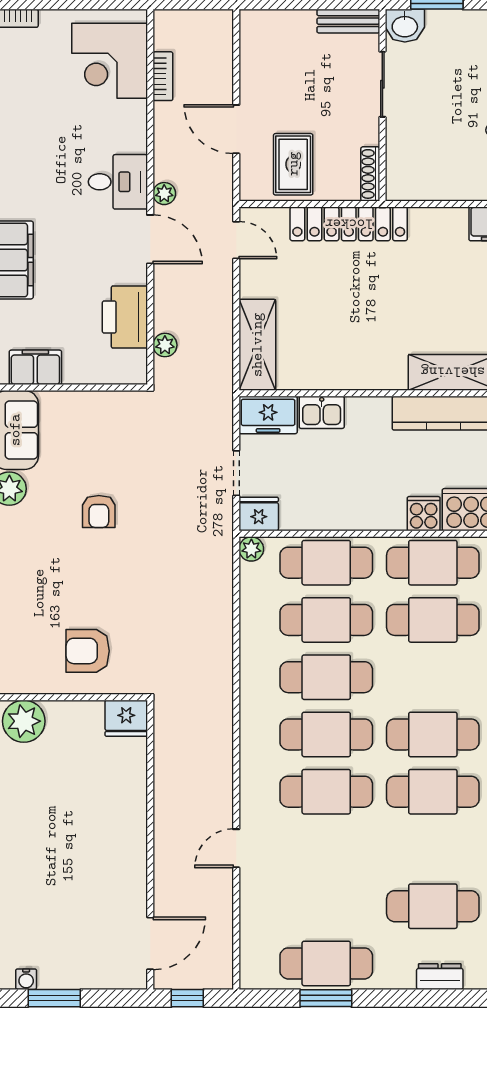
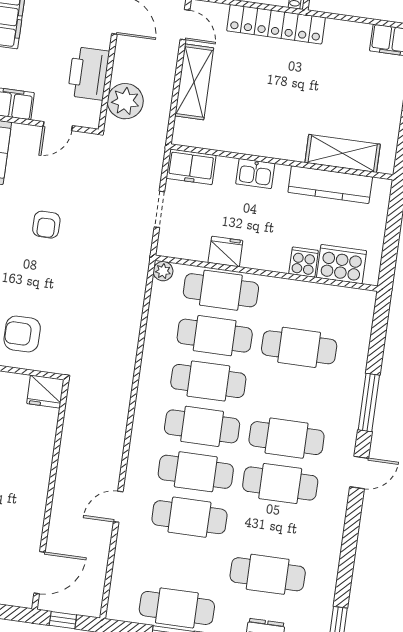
plant: (165, 345) -> (125, 101), width x1.87, depth x1.87
shelving: (257, 345) -> (194, 82), moved
door: (96, 388) -> (58, 126), added
kitchen sink: (322, 412) -> (255, 174), moved
fridge: (259, 514) -> (225, 252), moved
cafe table: (433, 563) -> (189, 517), moved

